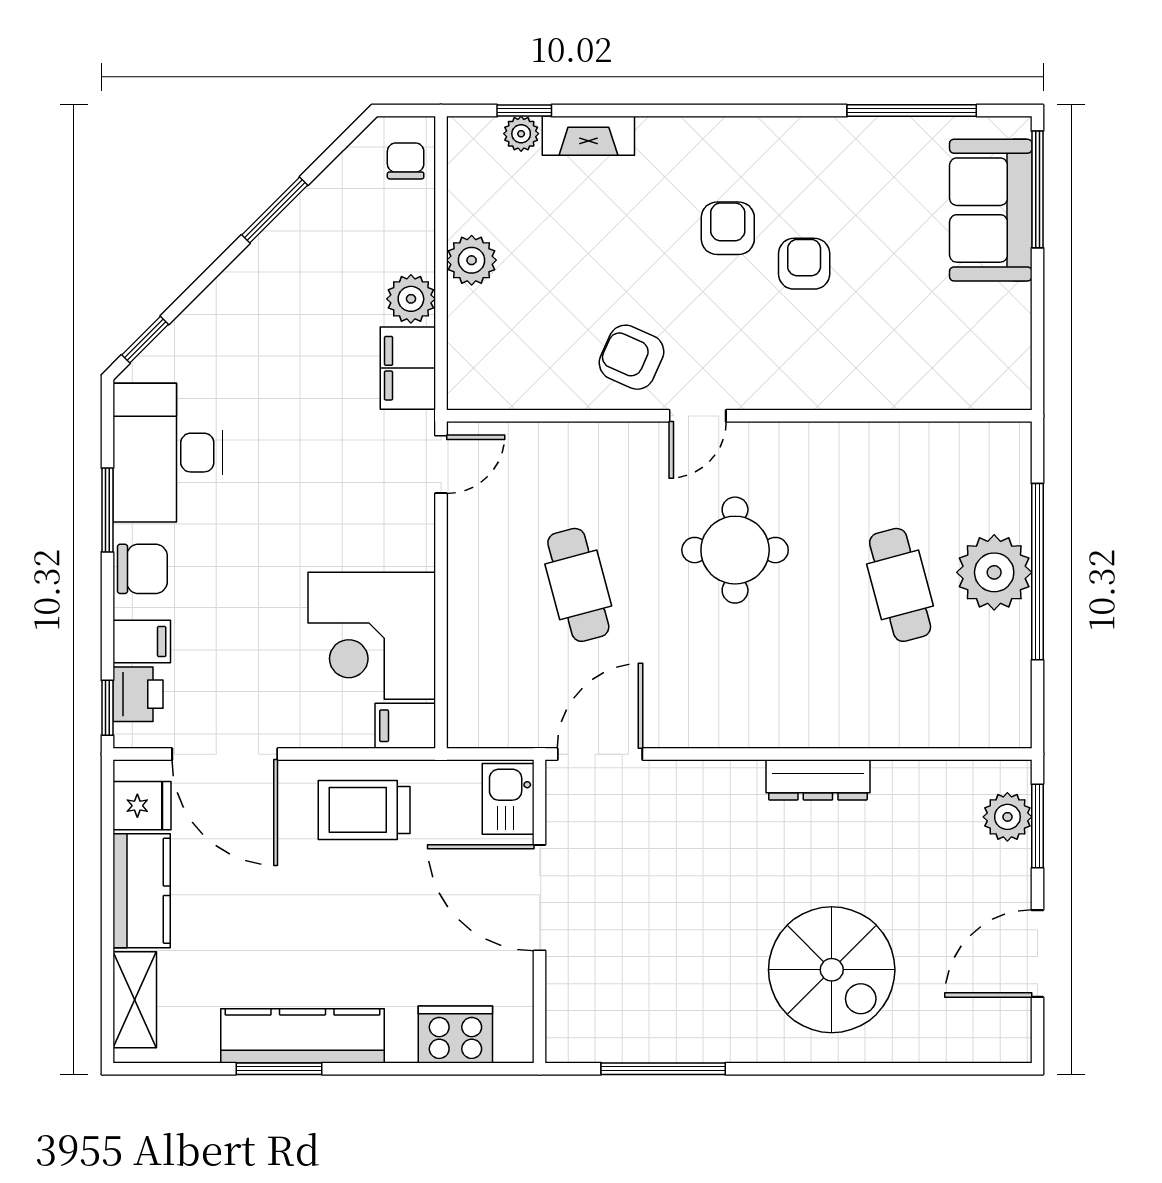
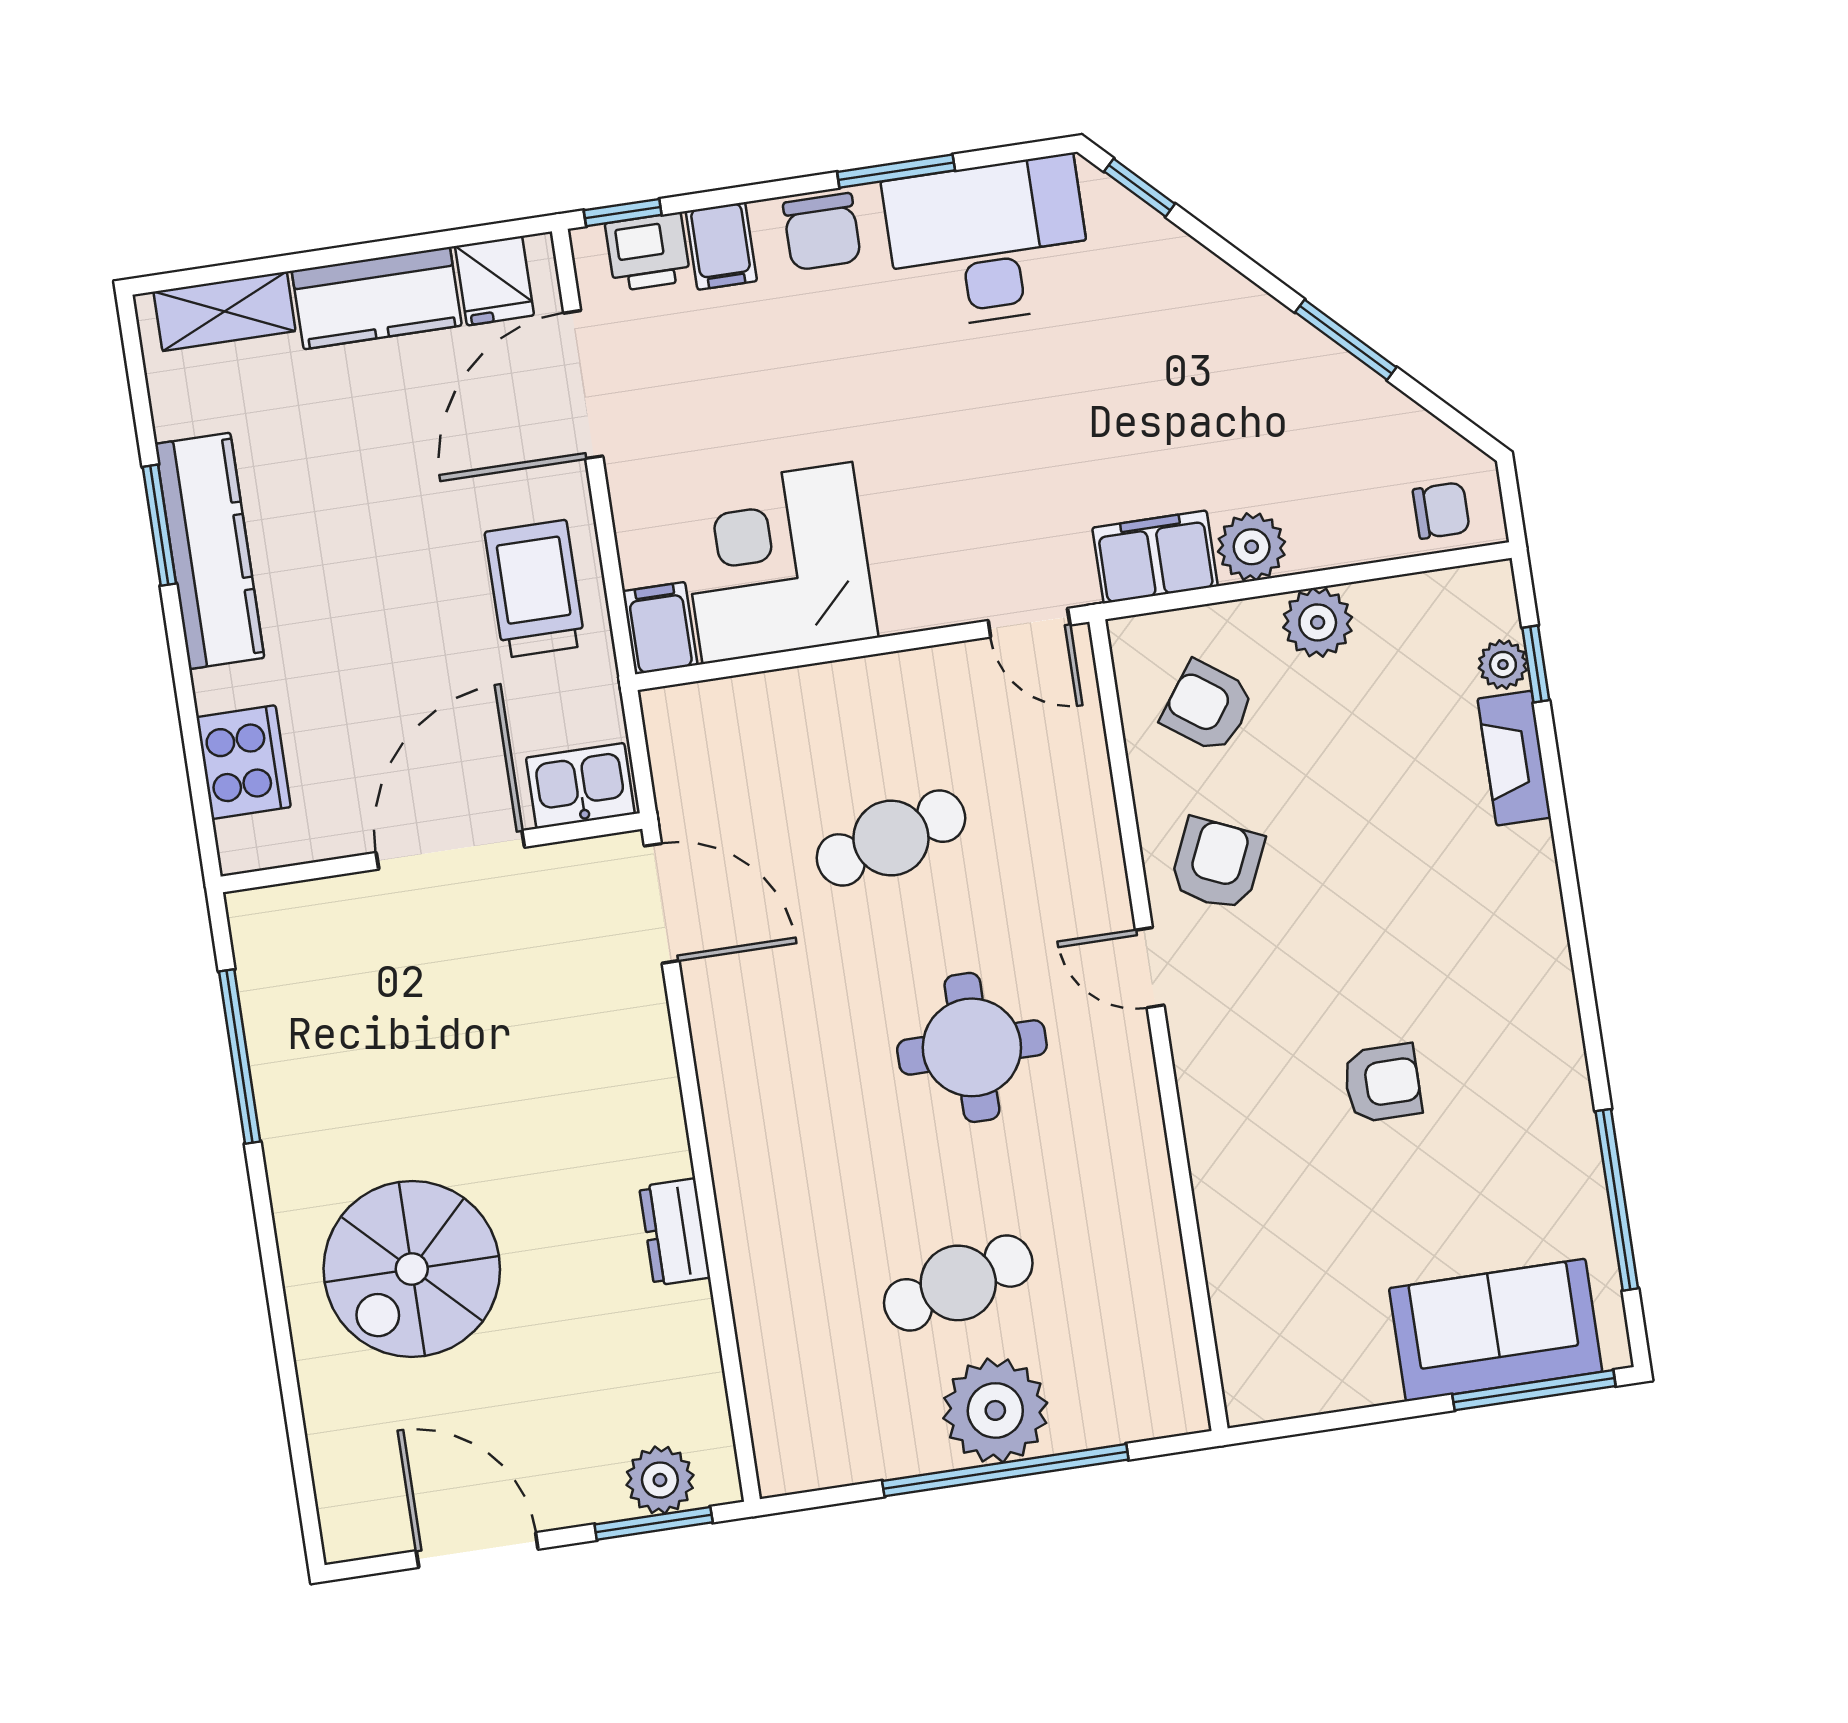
armchair: (728, 228) -> (1208, 707), moved, turned -144
dresser: (818, 780) -> (675, 1232), width x0.70

